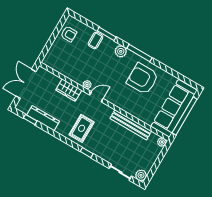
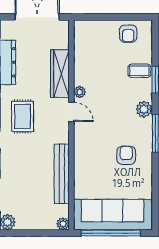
armchair: (143, 79) -> (126, 155), width x0.53, depth x0.53
wardrobe: (69, 90) -> (60, 74), width x1.50
rug: (82, 128) -> (23, 116), turned 90

